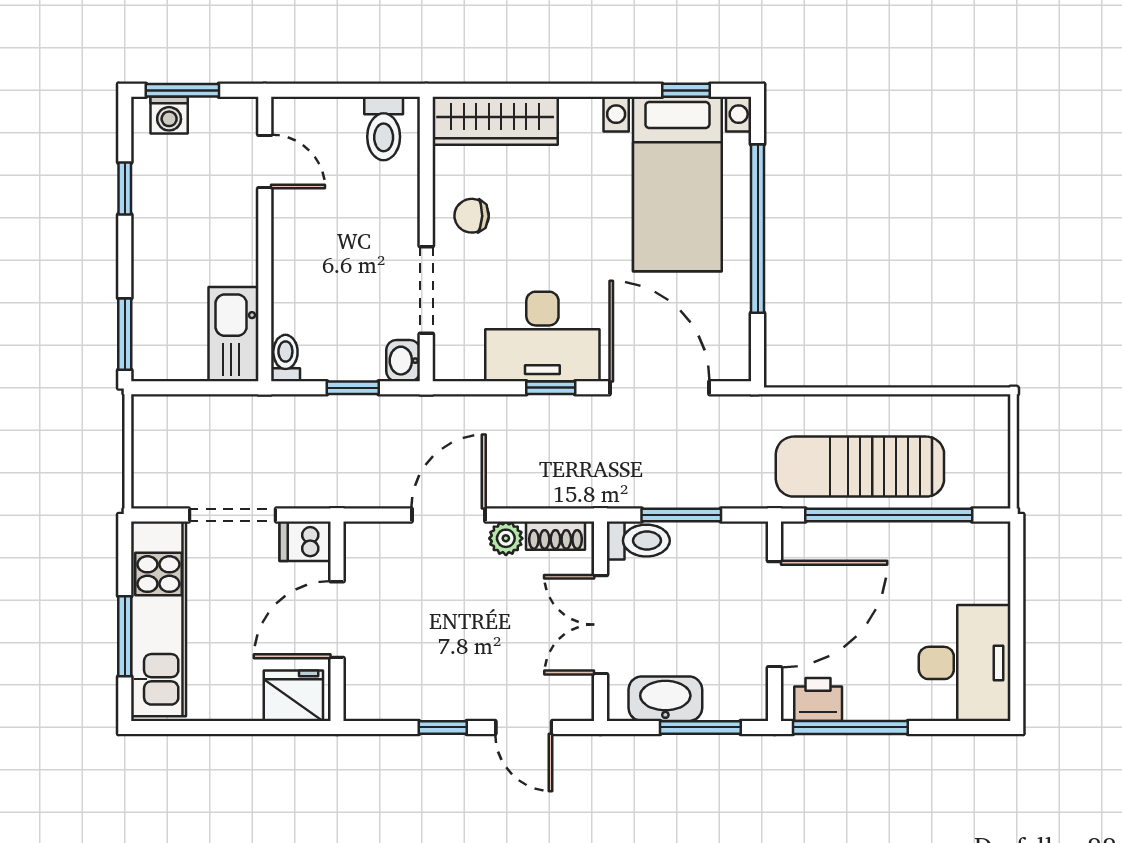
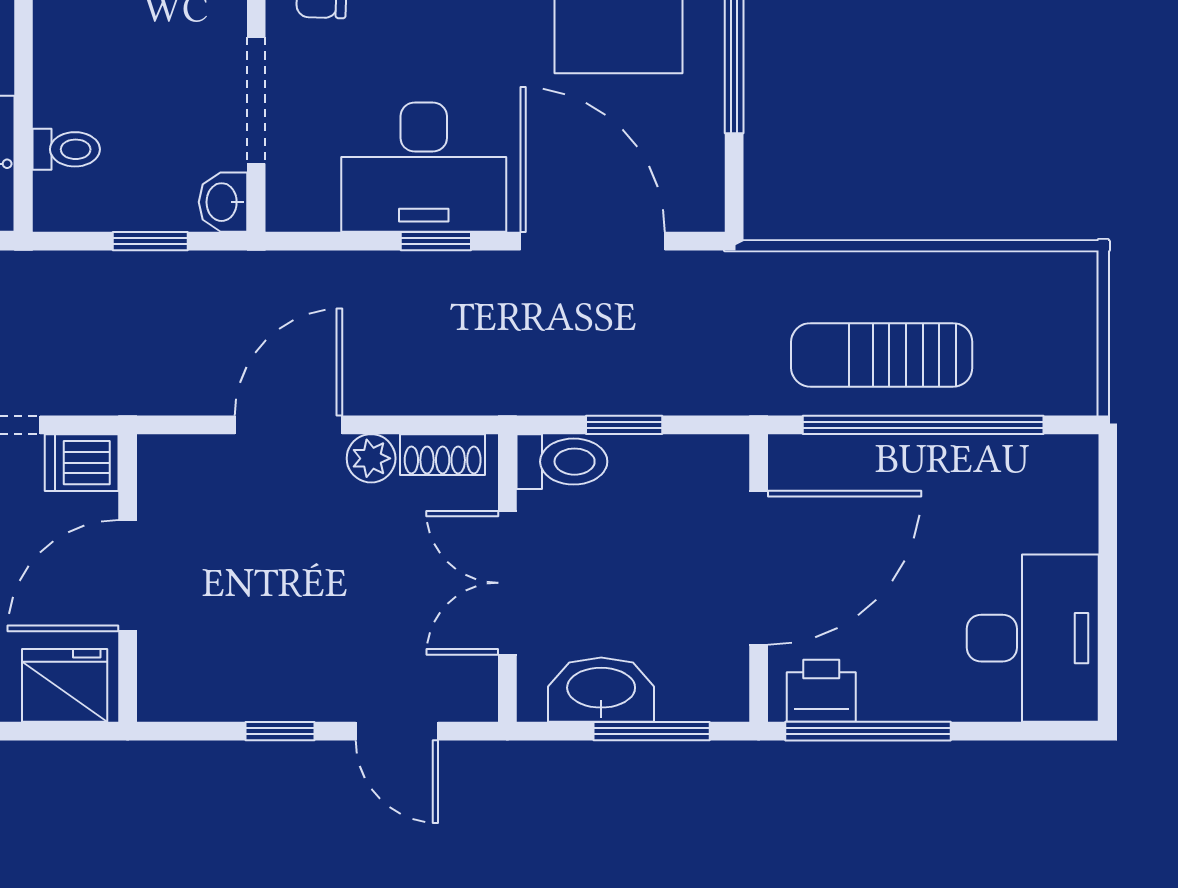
toilet: (285, 358) -> (66, 149), moved, turned 90
sun lounger: (860, 467) -> (882, 355), width x0.73, depth x0.75
window: (681, 515) -> (624, 425), width x0.67

